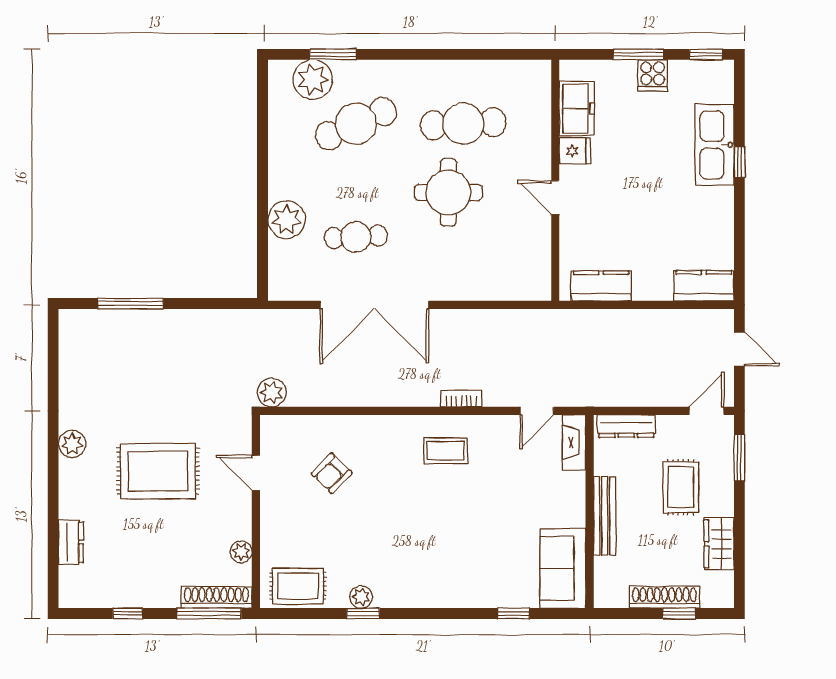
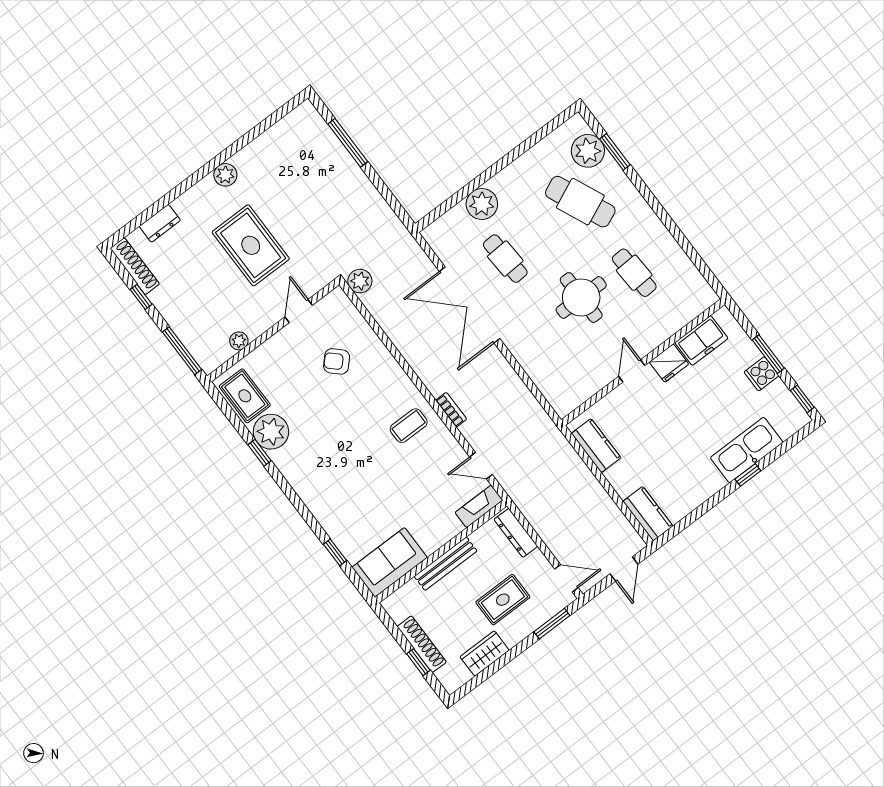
cafe table: (463, 124) -> (634, 273), width x0.73, depth x0.74
fridge: (575, 151) -> (669, 363), width x1.38
coffee table: (446, 451) -> (409, 426), turned 90
shoe rack: (217, 597) -> (135, 266), moved
plant: (361, 597) -> (271, 432), width x1.88, depth x1.88

